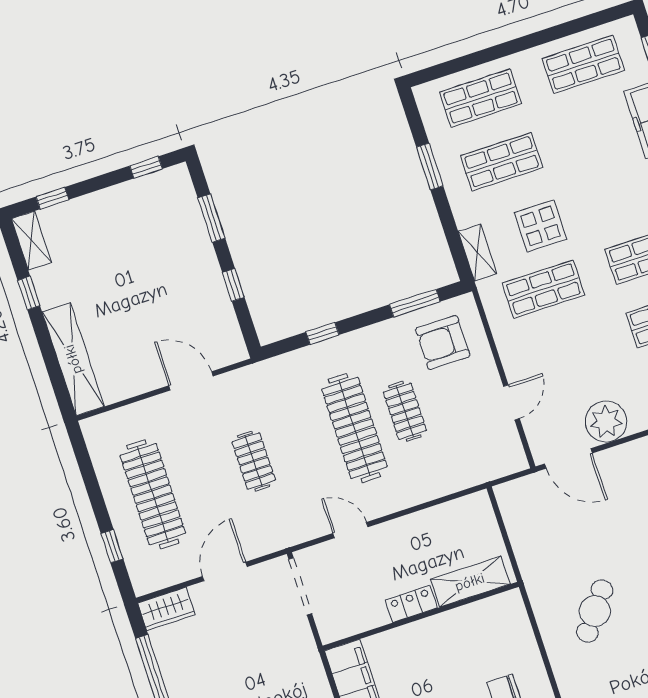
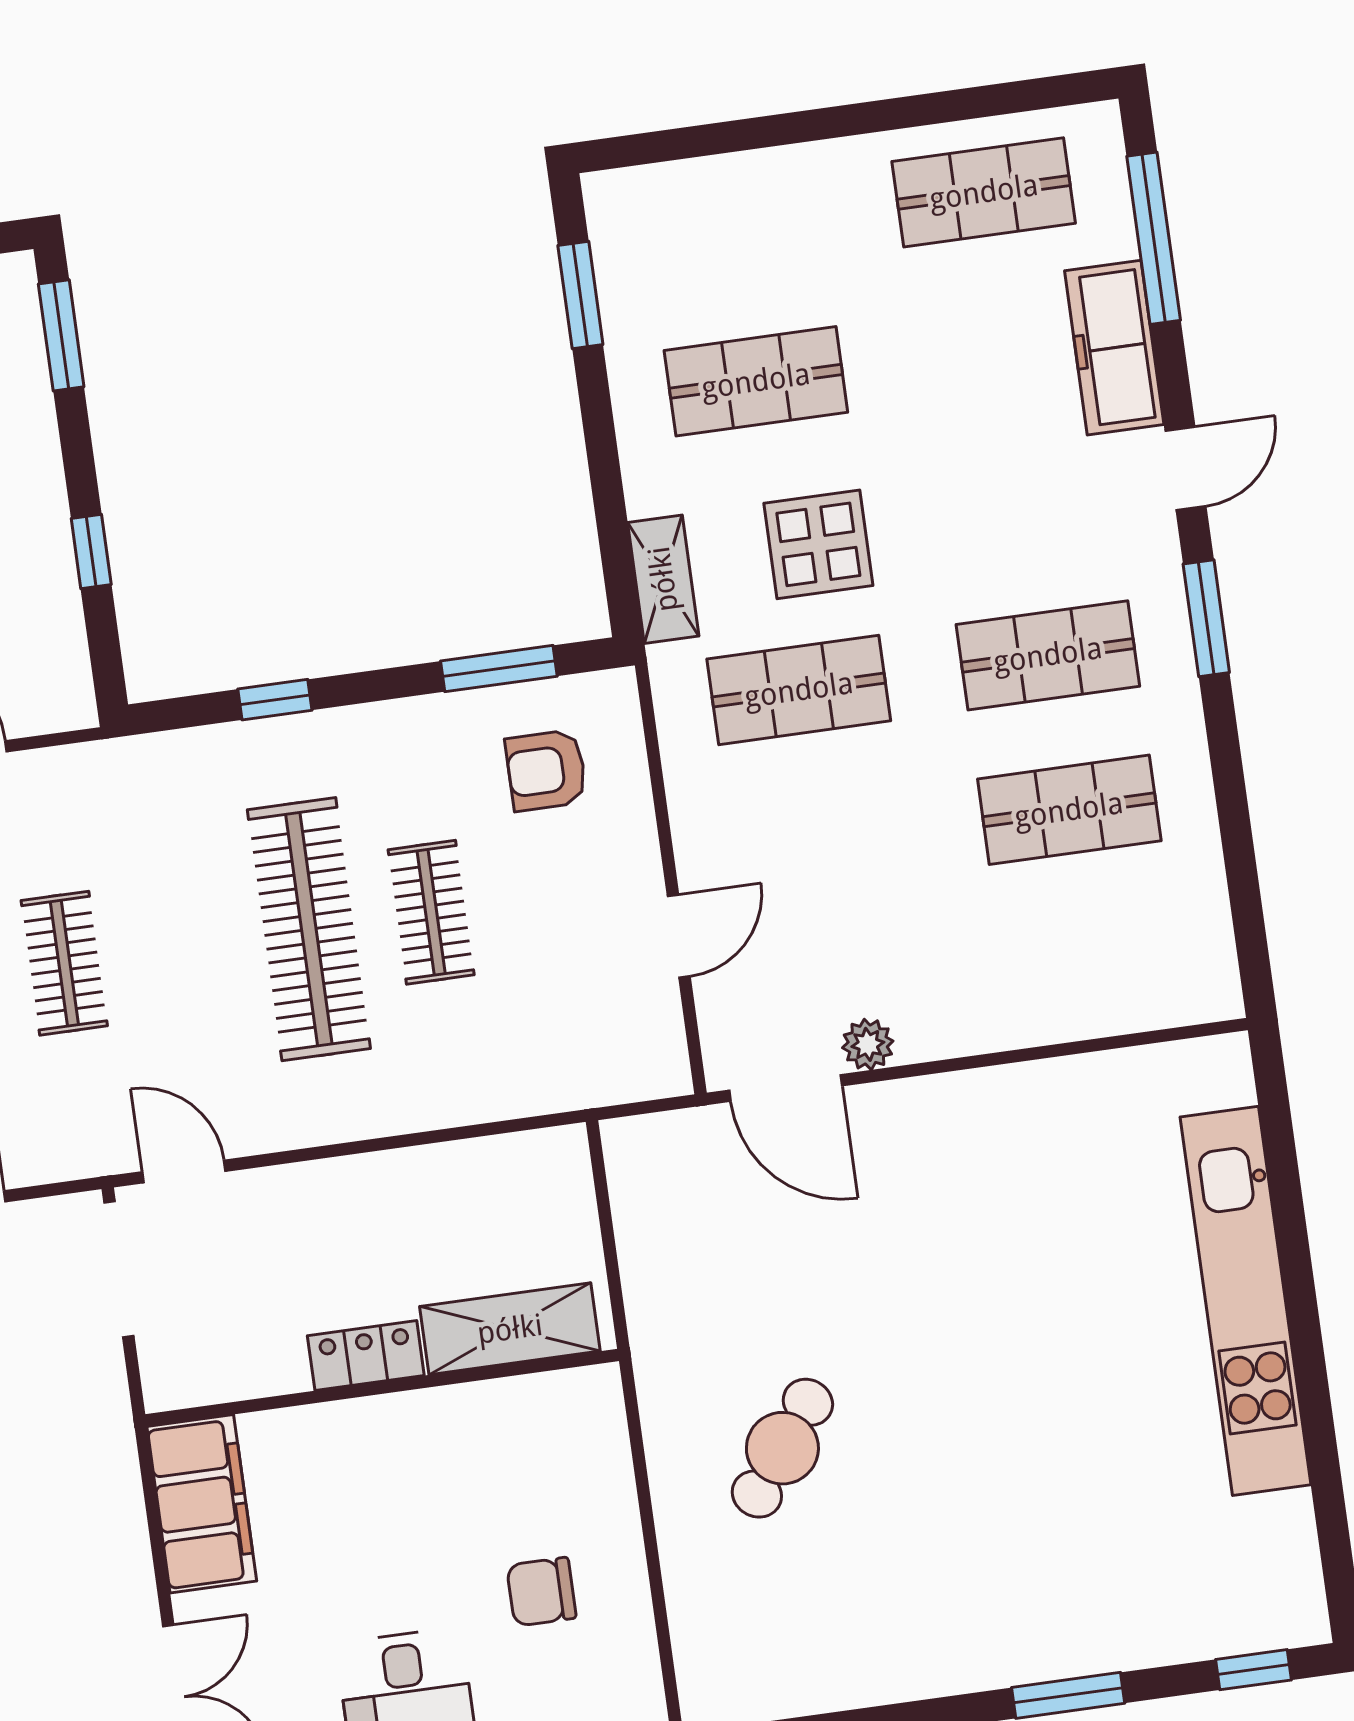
shop shelf: (481, 98) -> (734, 227), removed
window: (430, 167) -> (580, 295), moved
window: (211, 218) -> (61, 335), moved
armchair: (443, 342) -> (546, 770), width x0.72, depth x0.72
plant: (606, 422) -> (868, 1044), width x0.53, depth x0.53
door: (350, 530) -> (184, 1171), moved

